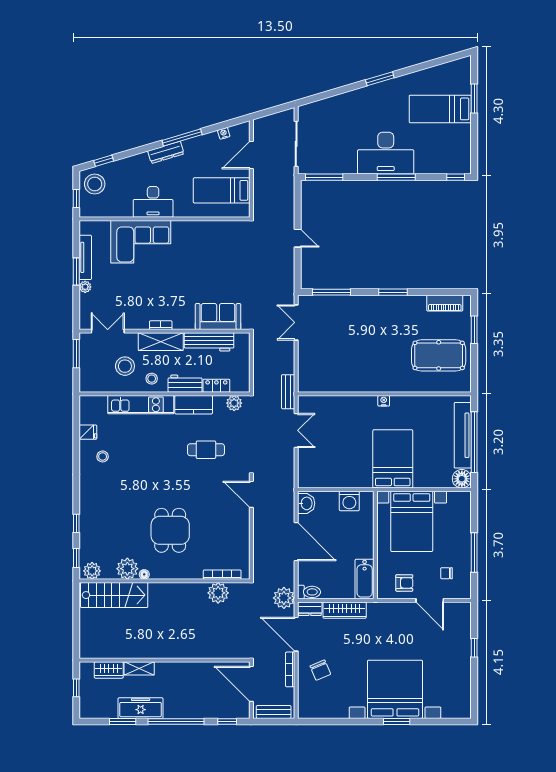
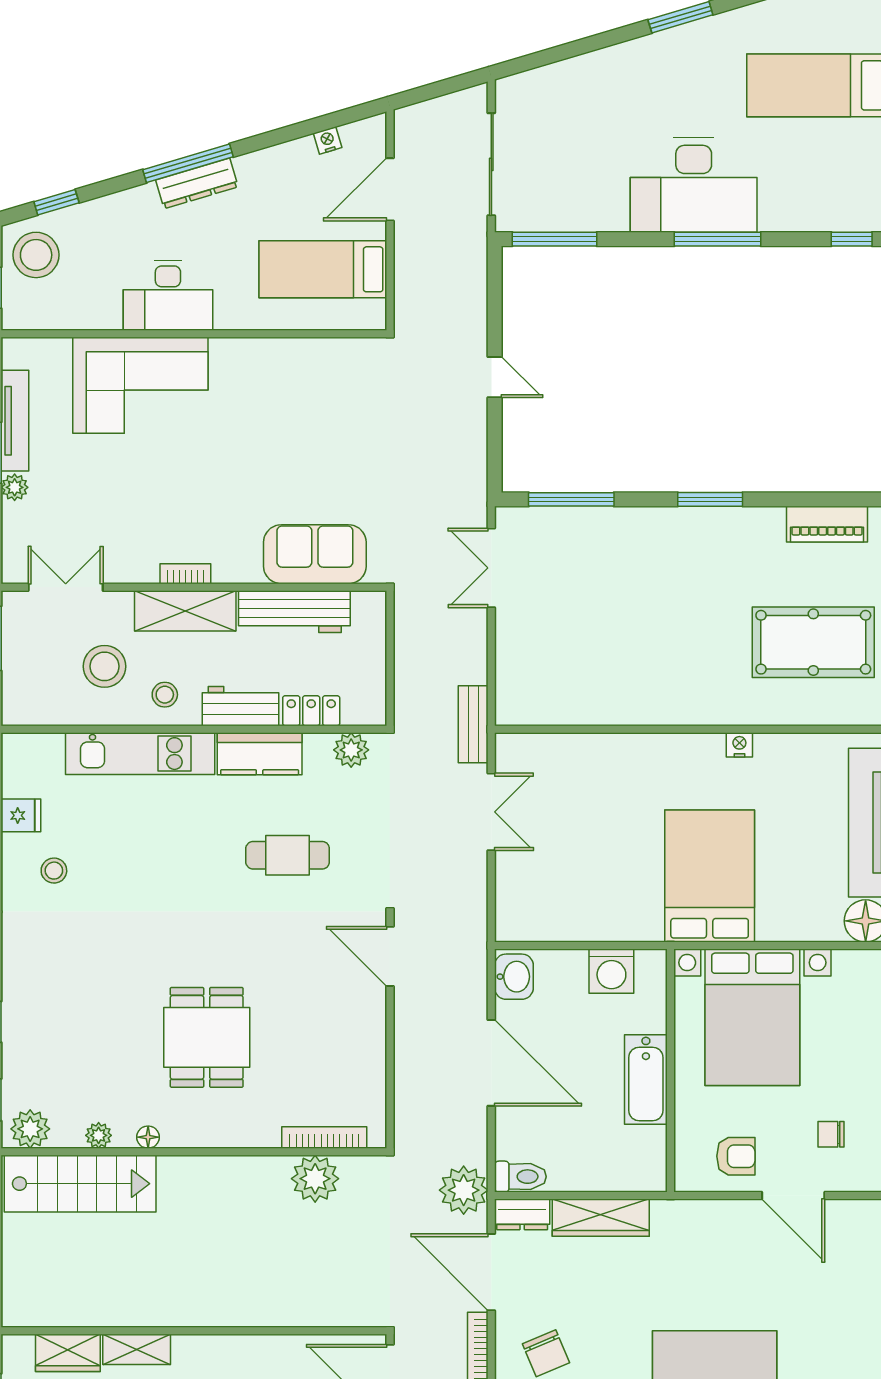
window: (182, 137) -> (188, 163), moved
nightstand: (384, 401) -> (739, 745), moved
plant: (127, 569) -> (99, 1135), width x0.53, depth x0.53
bathtub: (365, 579) -> (646, 1080), moved

